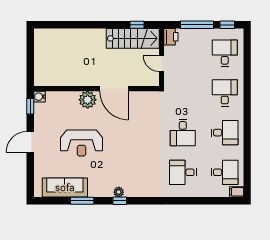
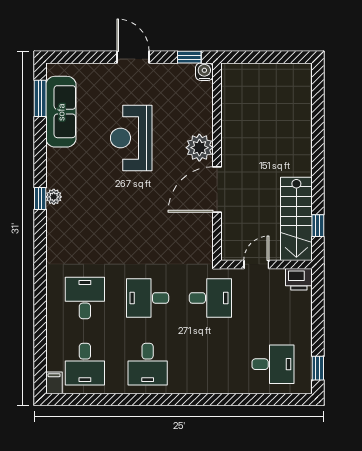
window: (197, 25) -> (318, 320), removed
desk: (225, 93) -> (210, 298), moved
window: (82, 201) -> (40, 98), moved

